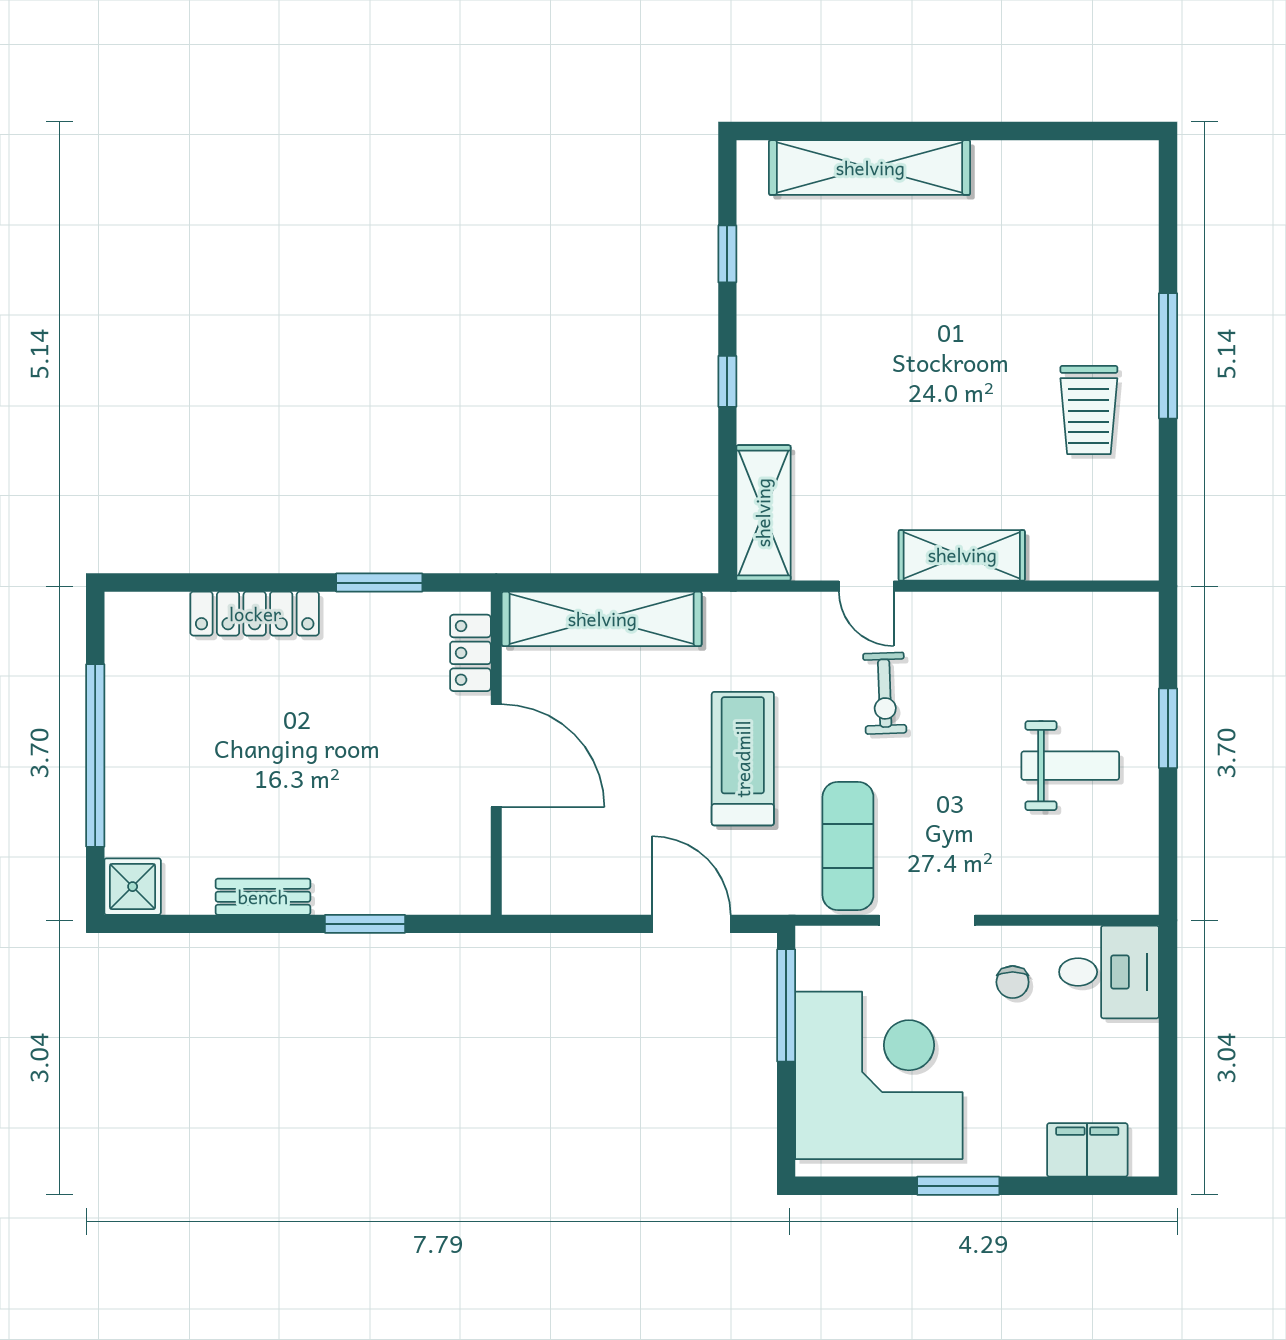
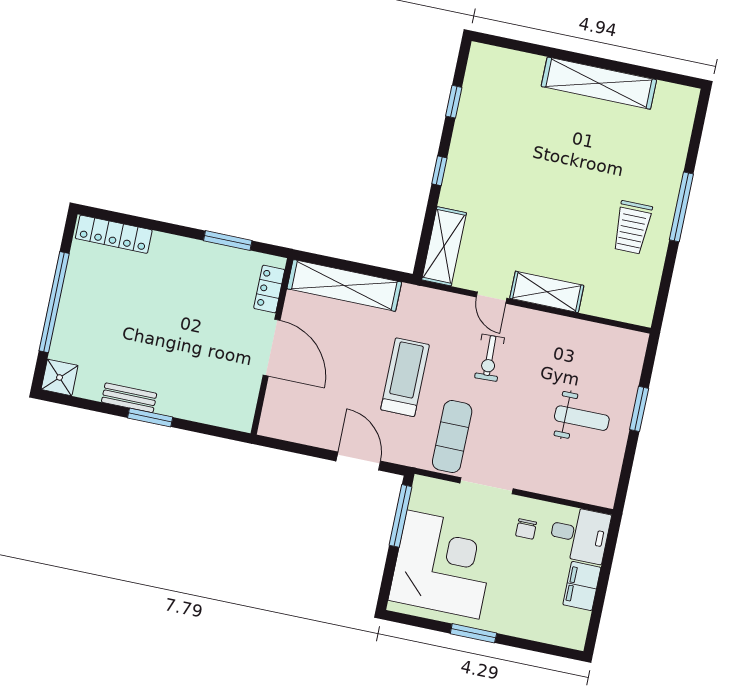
shelving: (870, 168) -> (599, 83), moved
locker: (255, 614) -> (114, 234), moved
window: (365, 924) -> (150, 418), moved
filing cabinet: (1087, 1150) -> (582, 586), moved, turned -90

